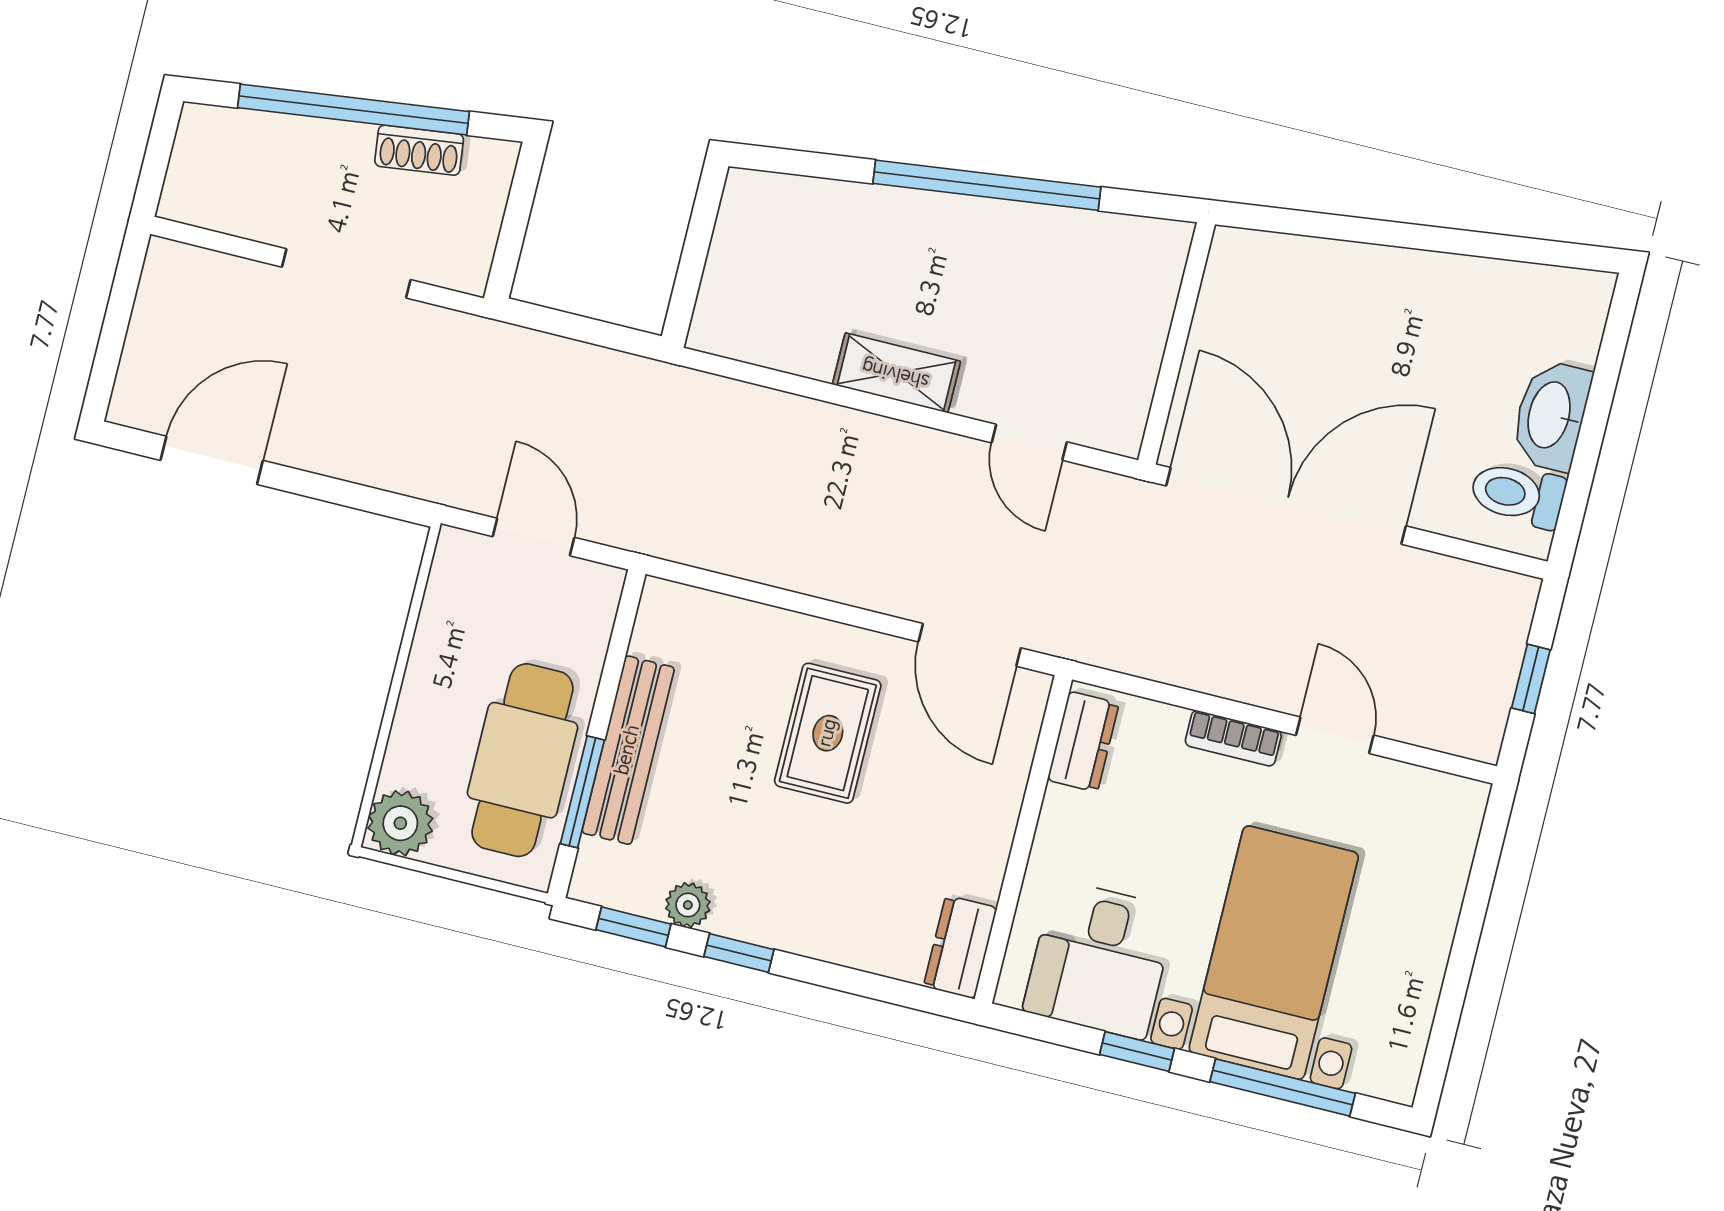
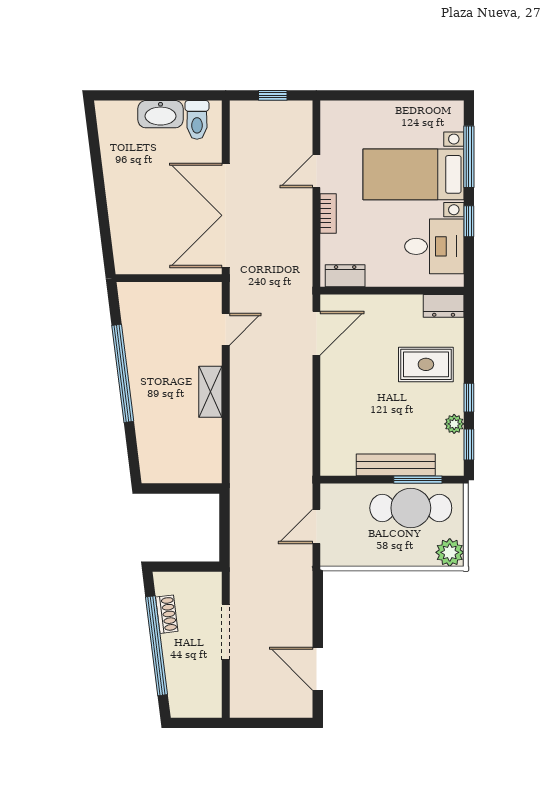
rug: (828, 733) -> (426, 364), moved

